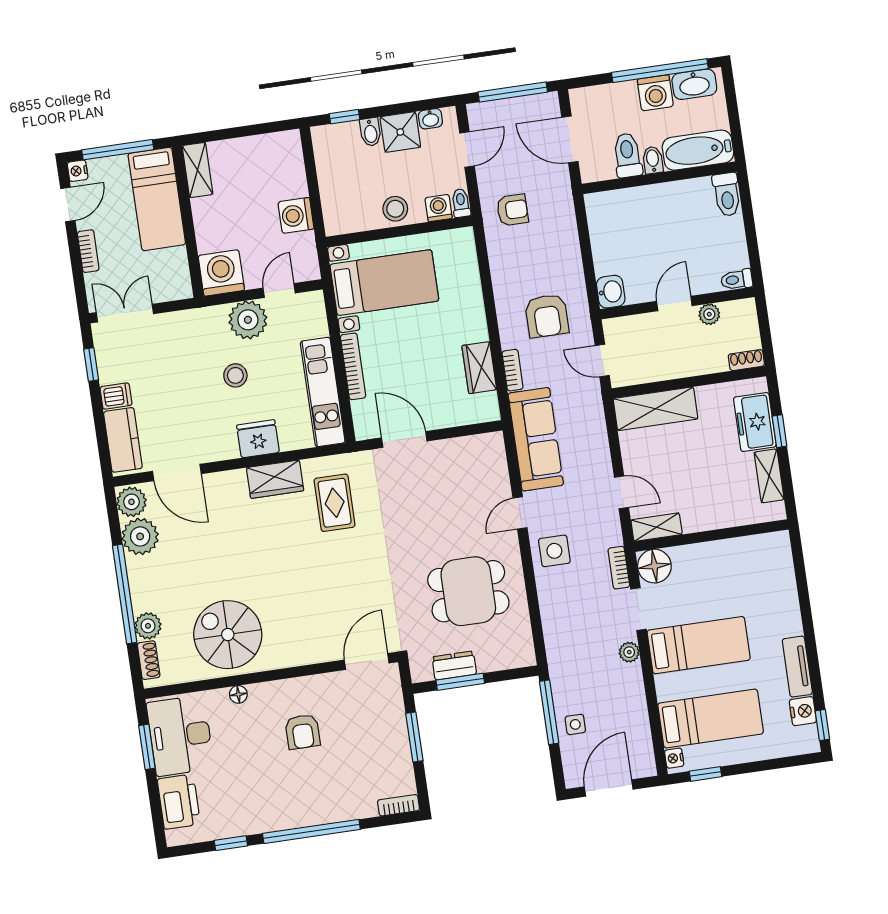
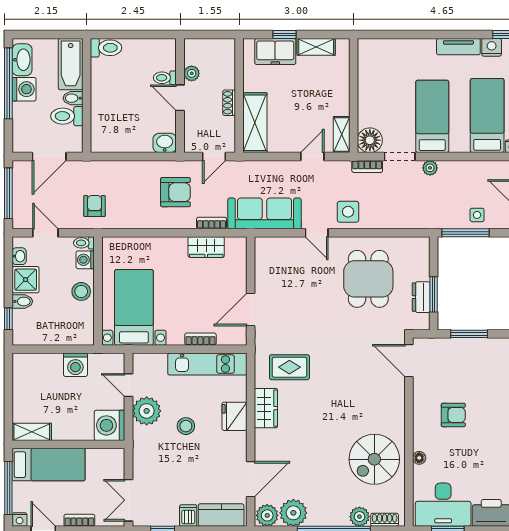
toilet: (737, 280) -> (165, 78), moved, turned 90
shoe rack: (746, 360) -> (229, 103), moved
bookcase: (353, 366) -> (200, 339), width x0.64

